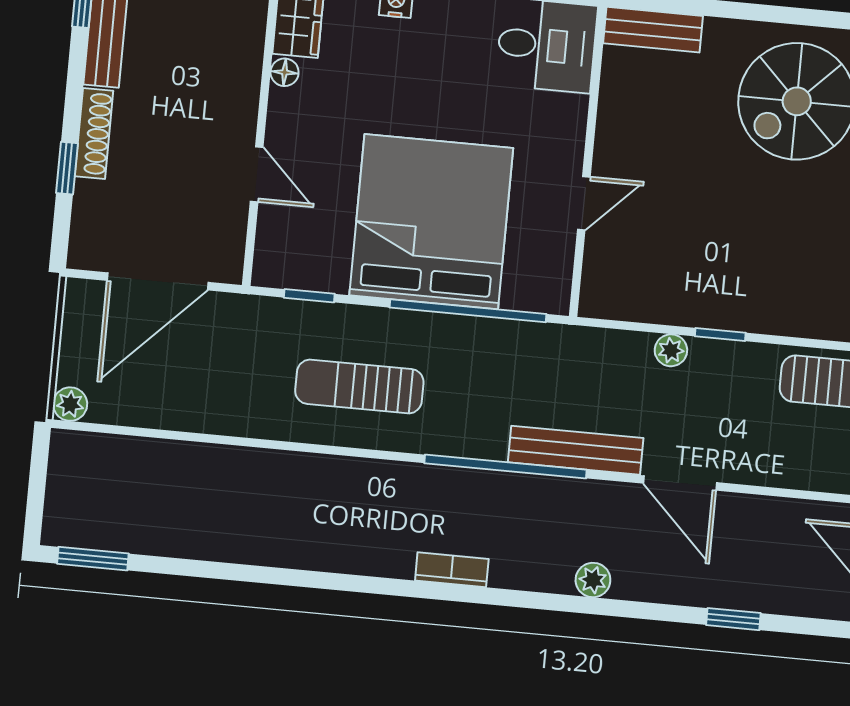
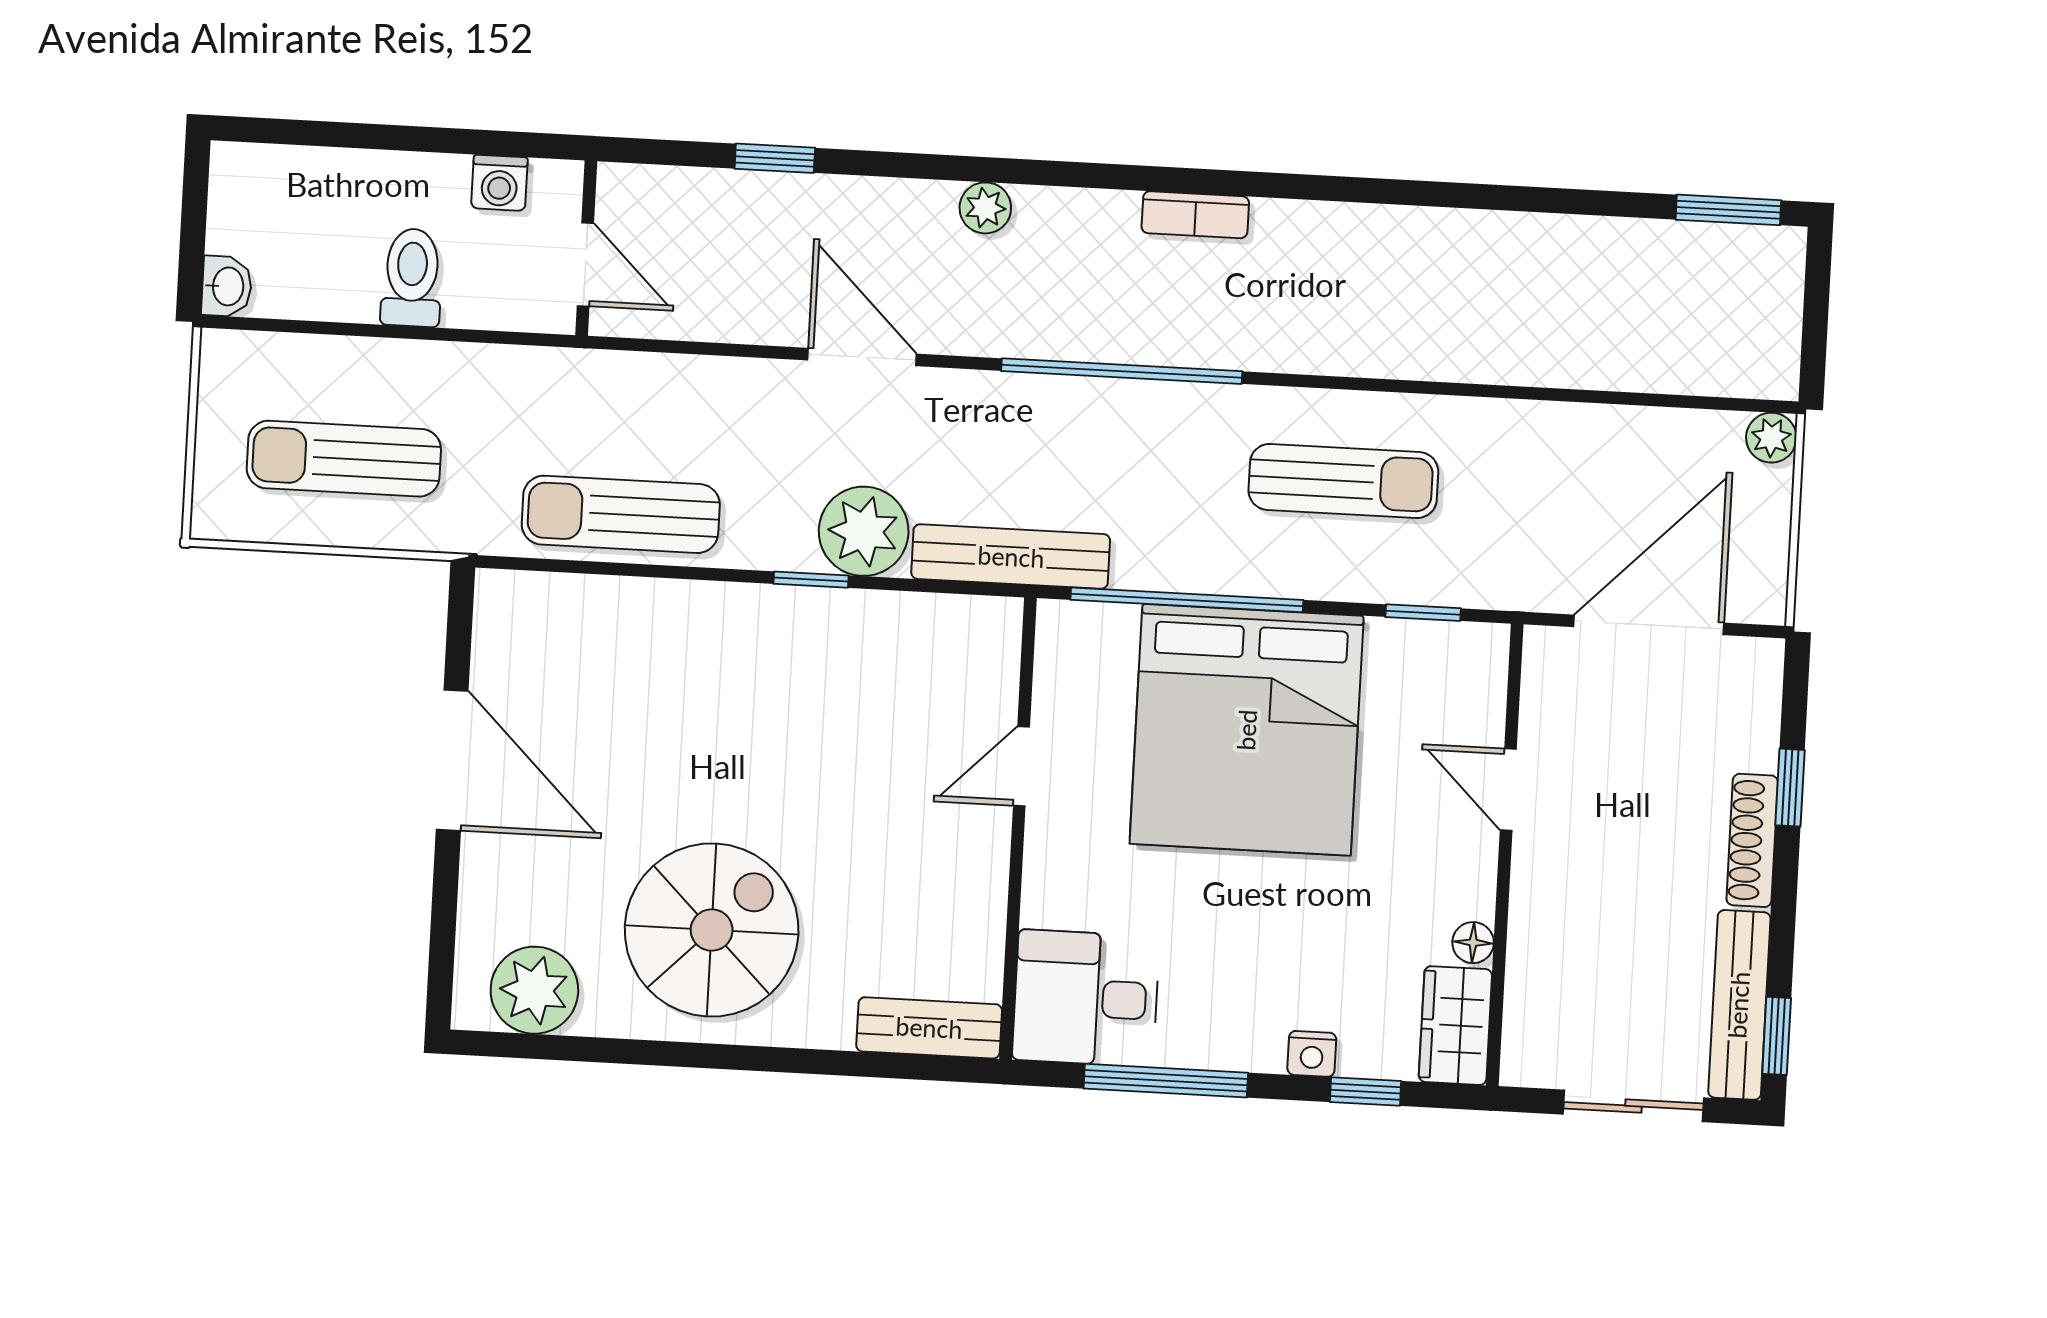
plant: (671, 350) -> (864, 531), width x1.88, depth x1.88
bench: (576, 450) -> (1011, 557), moved

